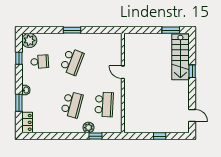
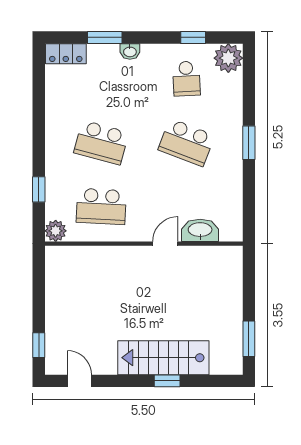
washbasin: (116, 55) -> (200, 230), added
stairs: (180, 57) -> (163, 358), moved
door: (192, 115) -> (79, 381), swing flipped
plant: (88, 128) -> (56, 231), moved
window: (160, 136) -> (39, 345), moved

